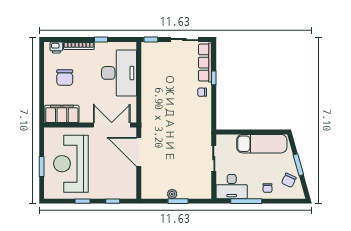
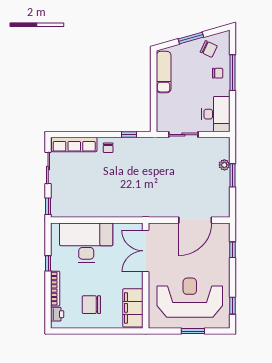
chair: (65, 78) -> (91, 305), turned 180
window: (214, 78) -> (129, 135), moved
exam couch: (262, 144) -> (164, 72), width x0.73, depth x0.69
door: (139, 152) -> (195, 220), moved
reception desk: (71, 164) -> (190, 298), turned 180
plant: (172, 194) -> (224, 165), moved
window: (82, 201) -> (232, 306), moved
window: (246, 201) -> (232, 73), moved

